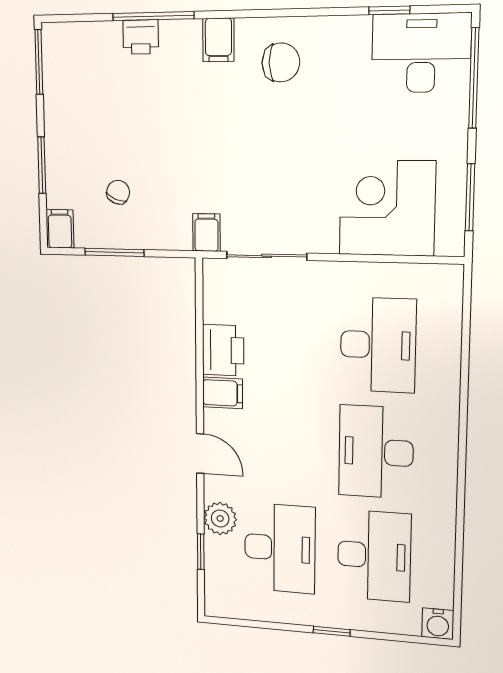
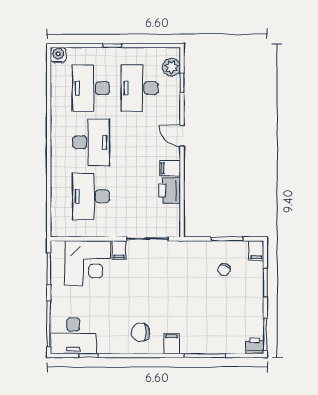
printer: (141, 37) -> (255, 346), moved
filing cabinet: (206, 232) -> (119, 250), moved
plant: (220, 518) -> (171, 67), moved

